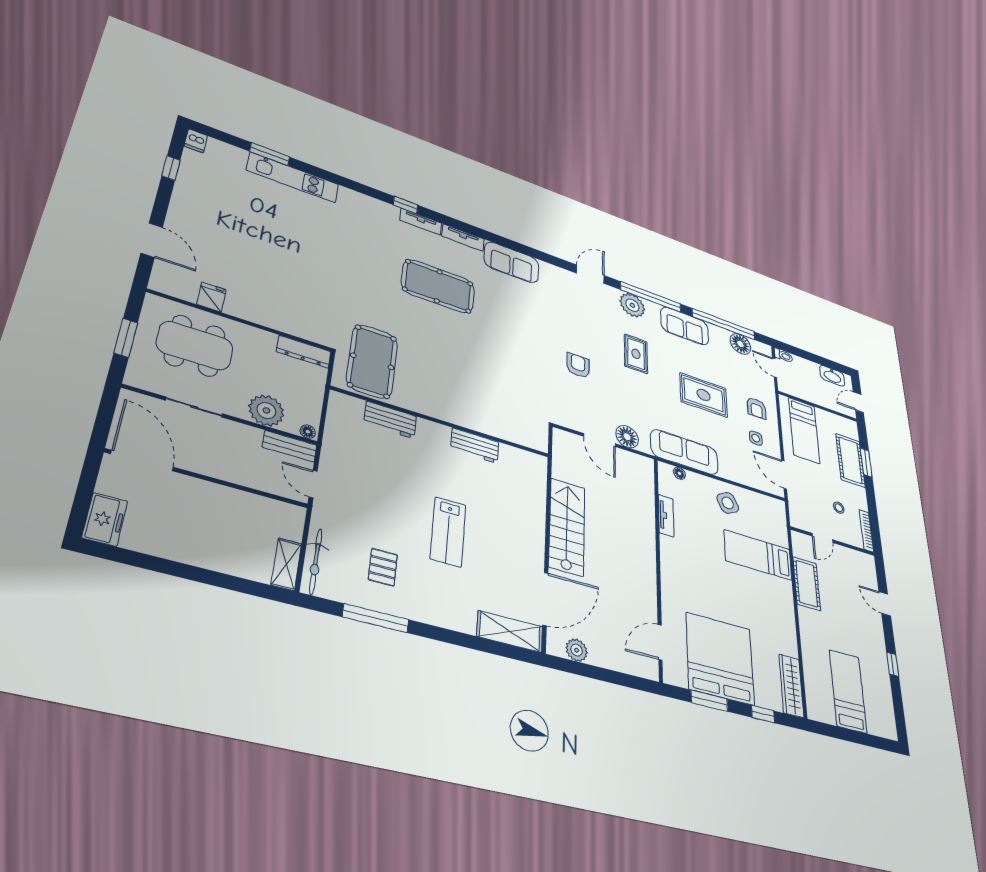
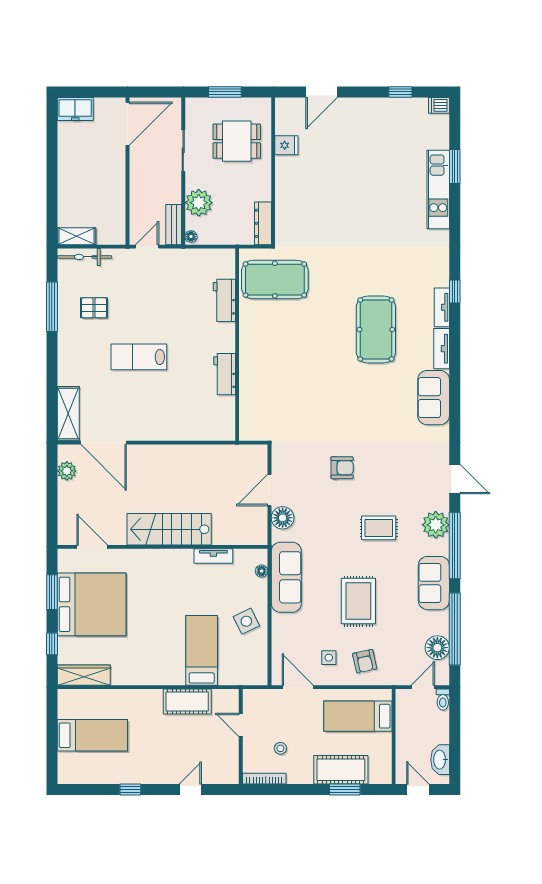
dining table: (195, 346) -> (237, 141), width x0.73
armchair: (757, 408) -> (365, 661), turned -102
door: (784, 475) -> (298, 687), hinge flipped
stairs: (567, 527) -> (169, 529), moved, turned 180

